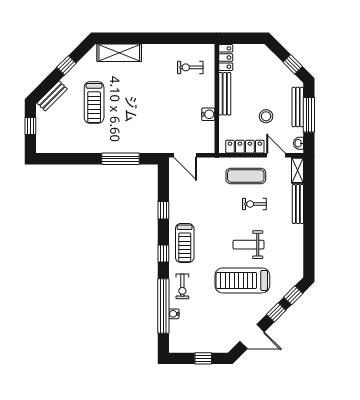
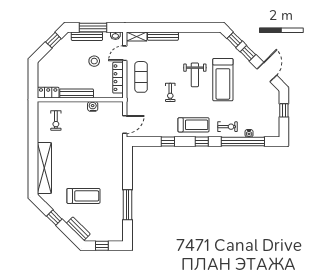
shelving: (119, 53) -> (44, 168), width x1.47
window: (121, 159) -> (128, 205), moved
exercise bike: (254, 204) -> (170, 92), moved

